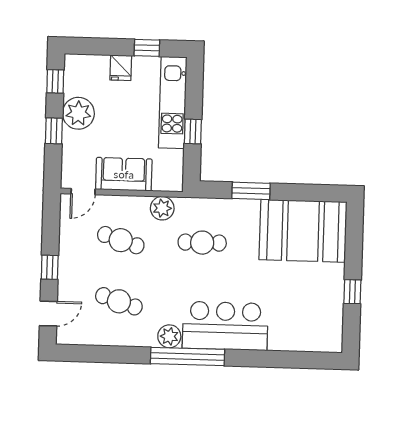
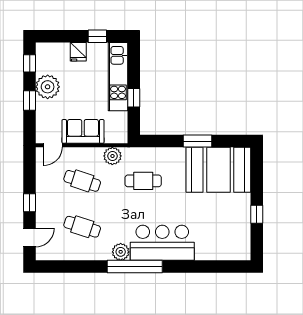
window: (251, 191) -> (198, 141), moved

